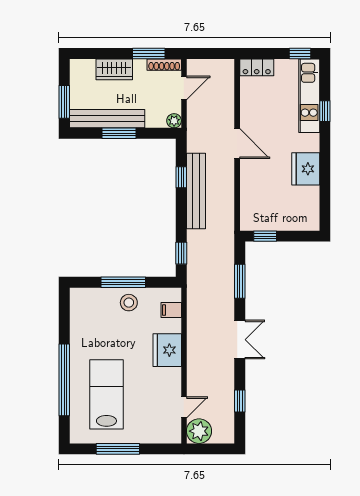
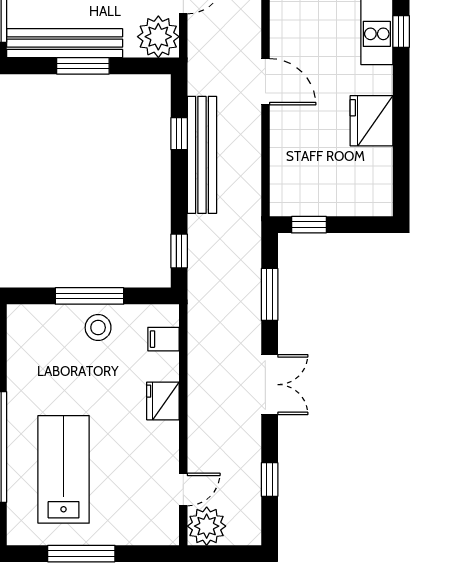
plant: (174, 121) -> (158, 37), width x1.87, depth x1.87
fridge: (167, 350) -> (163, 401), width x0.73, depth x0.75

